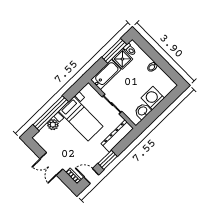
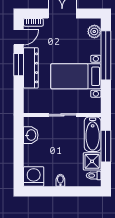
window: (114, 51) -> (106, 146), moved
washing machine: (153, 98) -> (34, 176), moved, turned -90
plant: (53, 125) -> (94, 31), moved
dresser: (117, 136) -> (31, 68), moved

